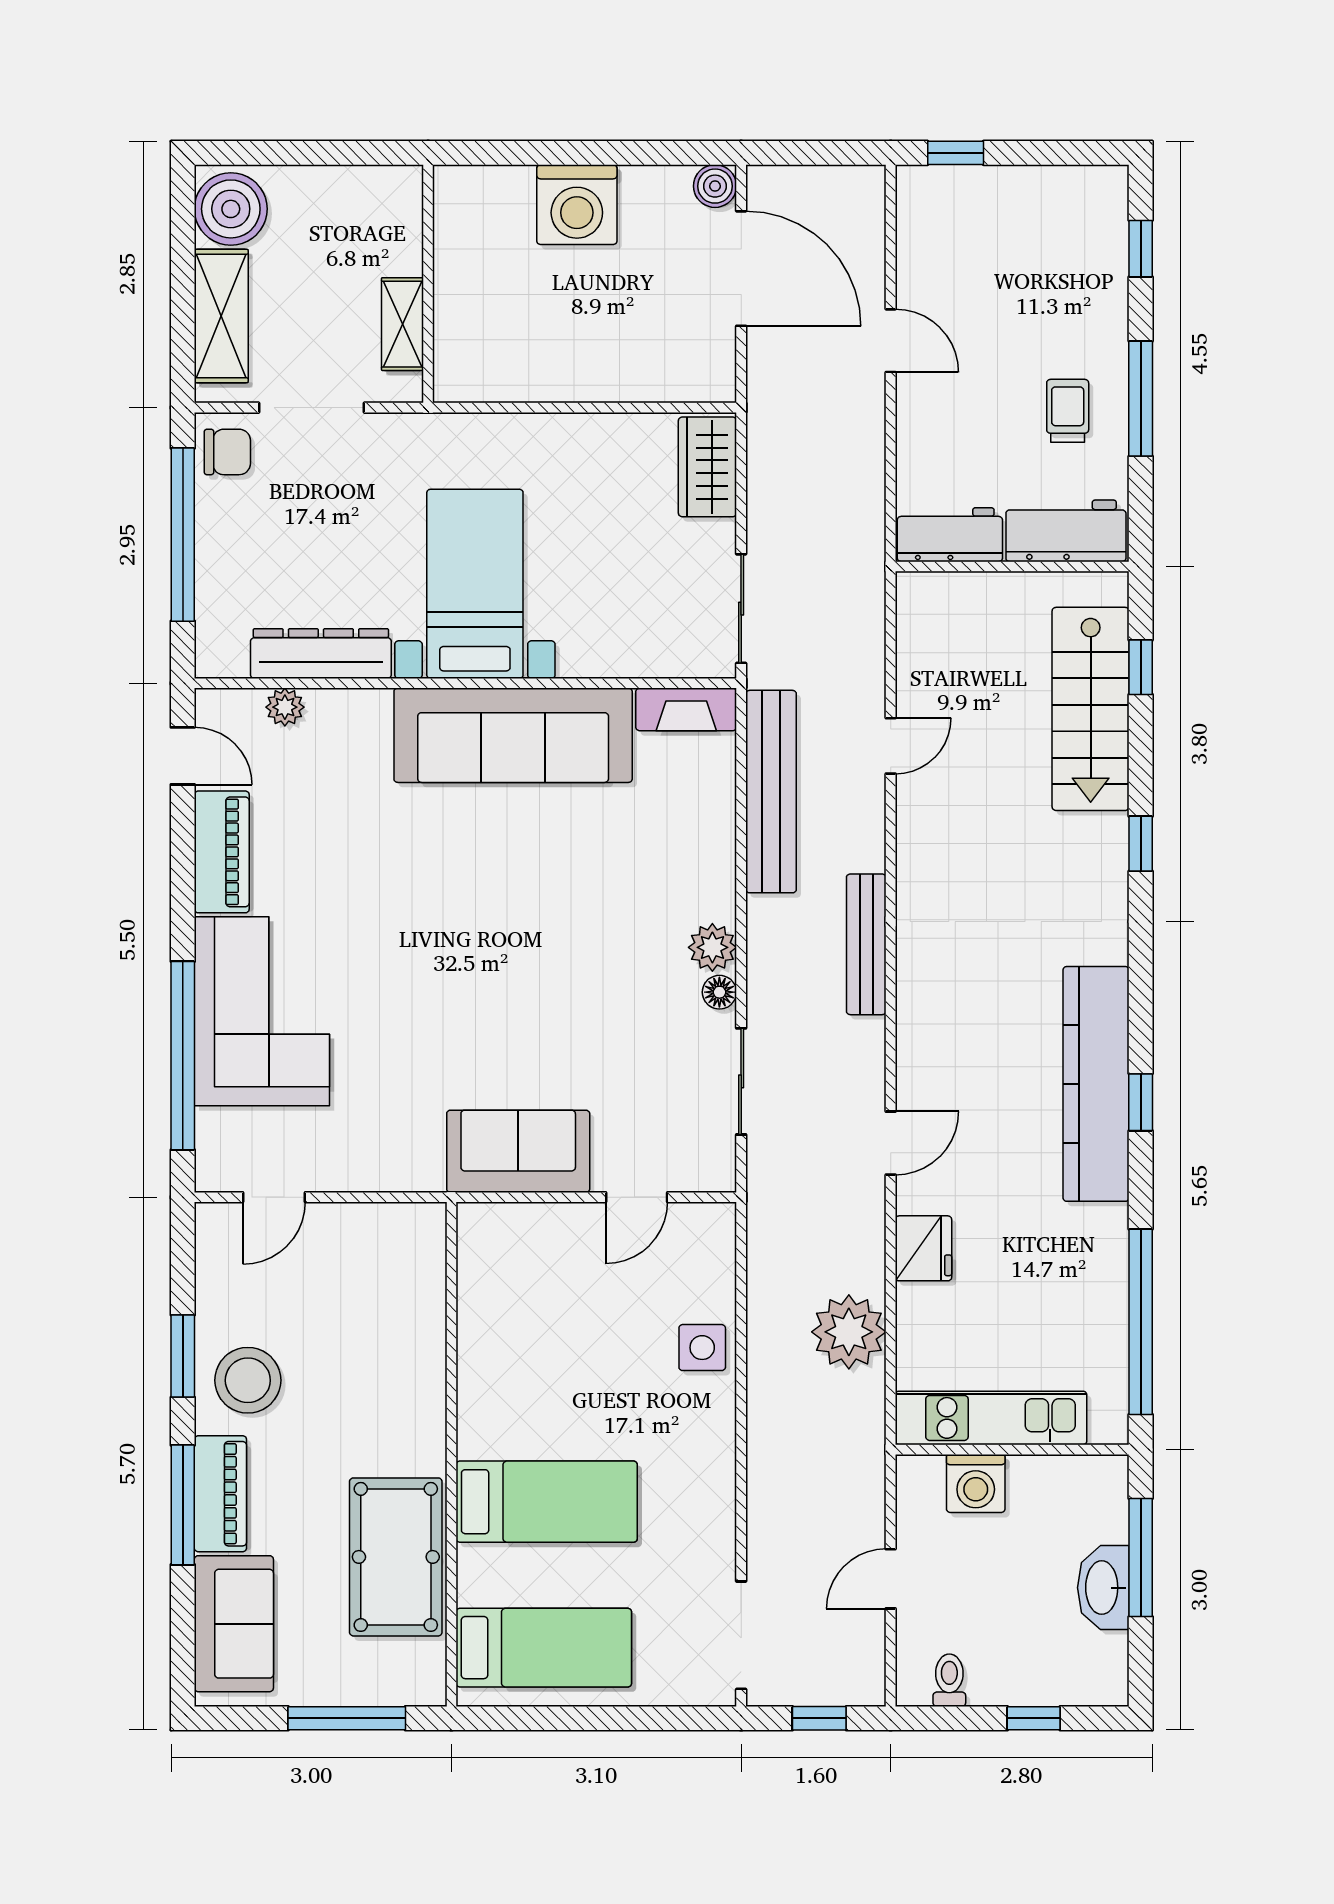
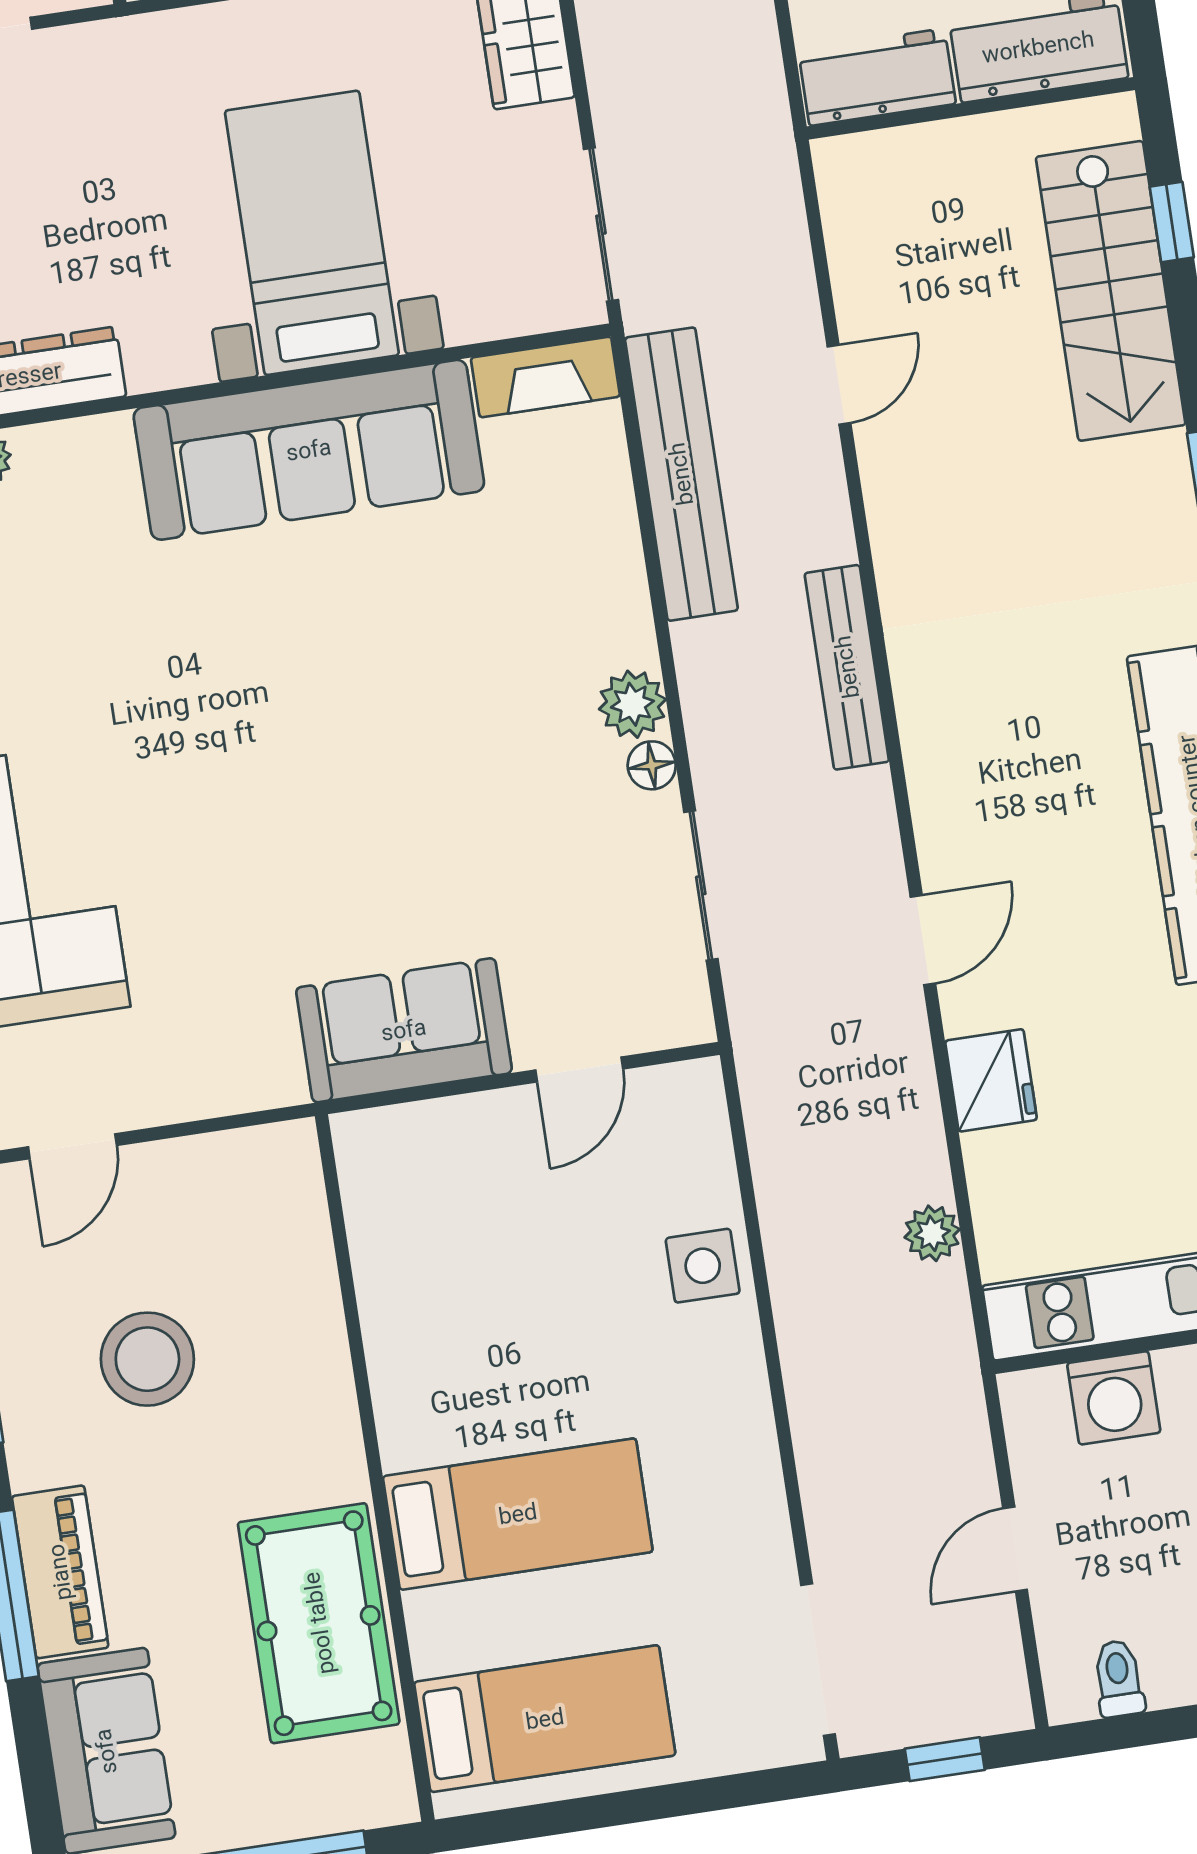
bed with nightstands: (475, 584) -> (312, 233), moved
plant: (849, 1332) -> (932, 1233), width x0.53, depth x0.53
stool: (248, 1380) -> (147, 1359), moved

